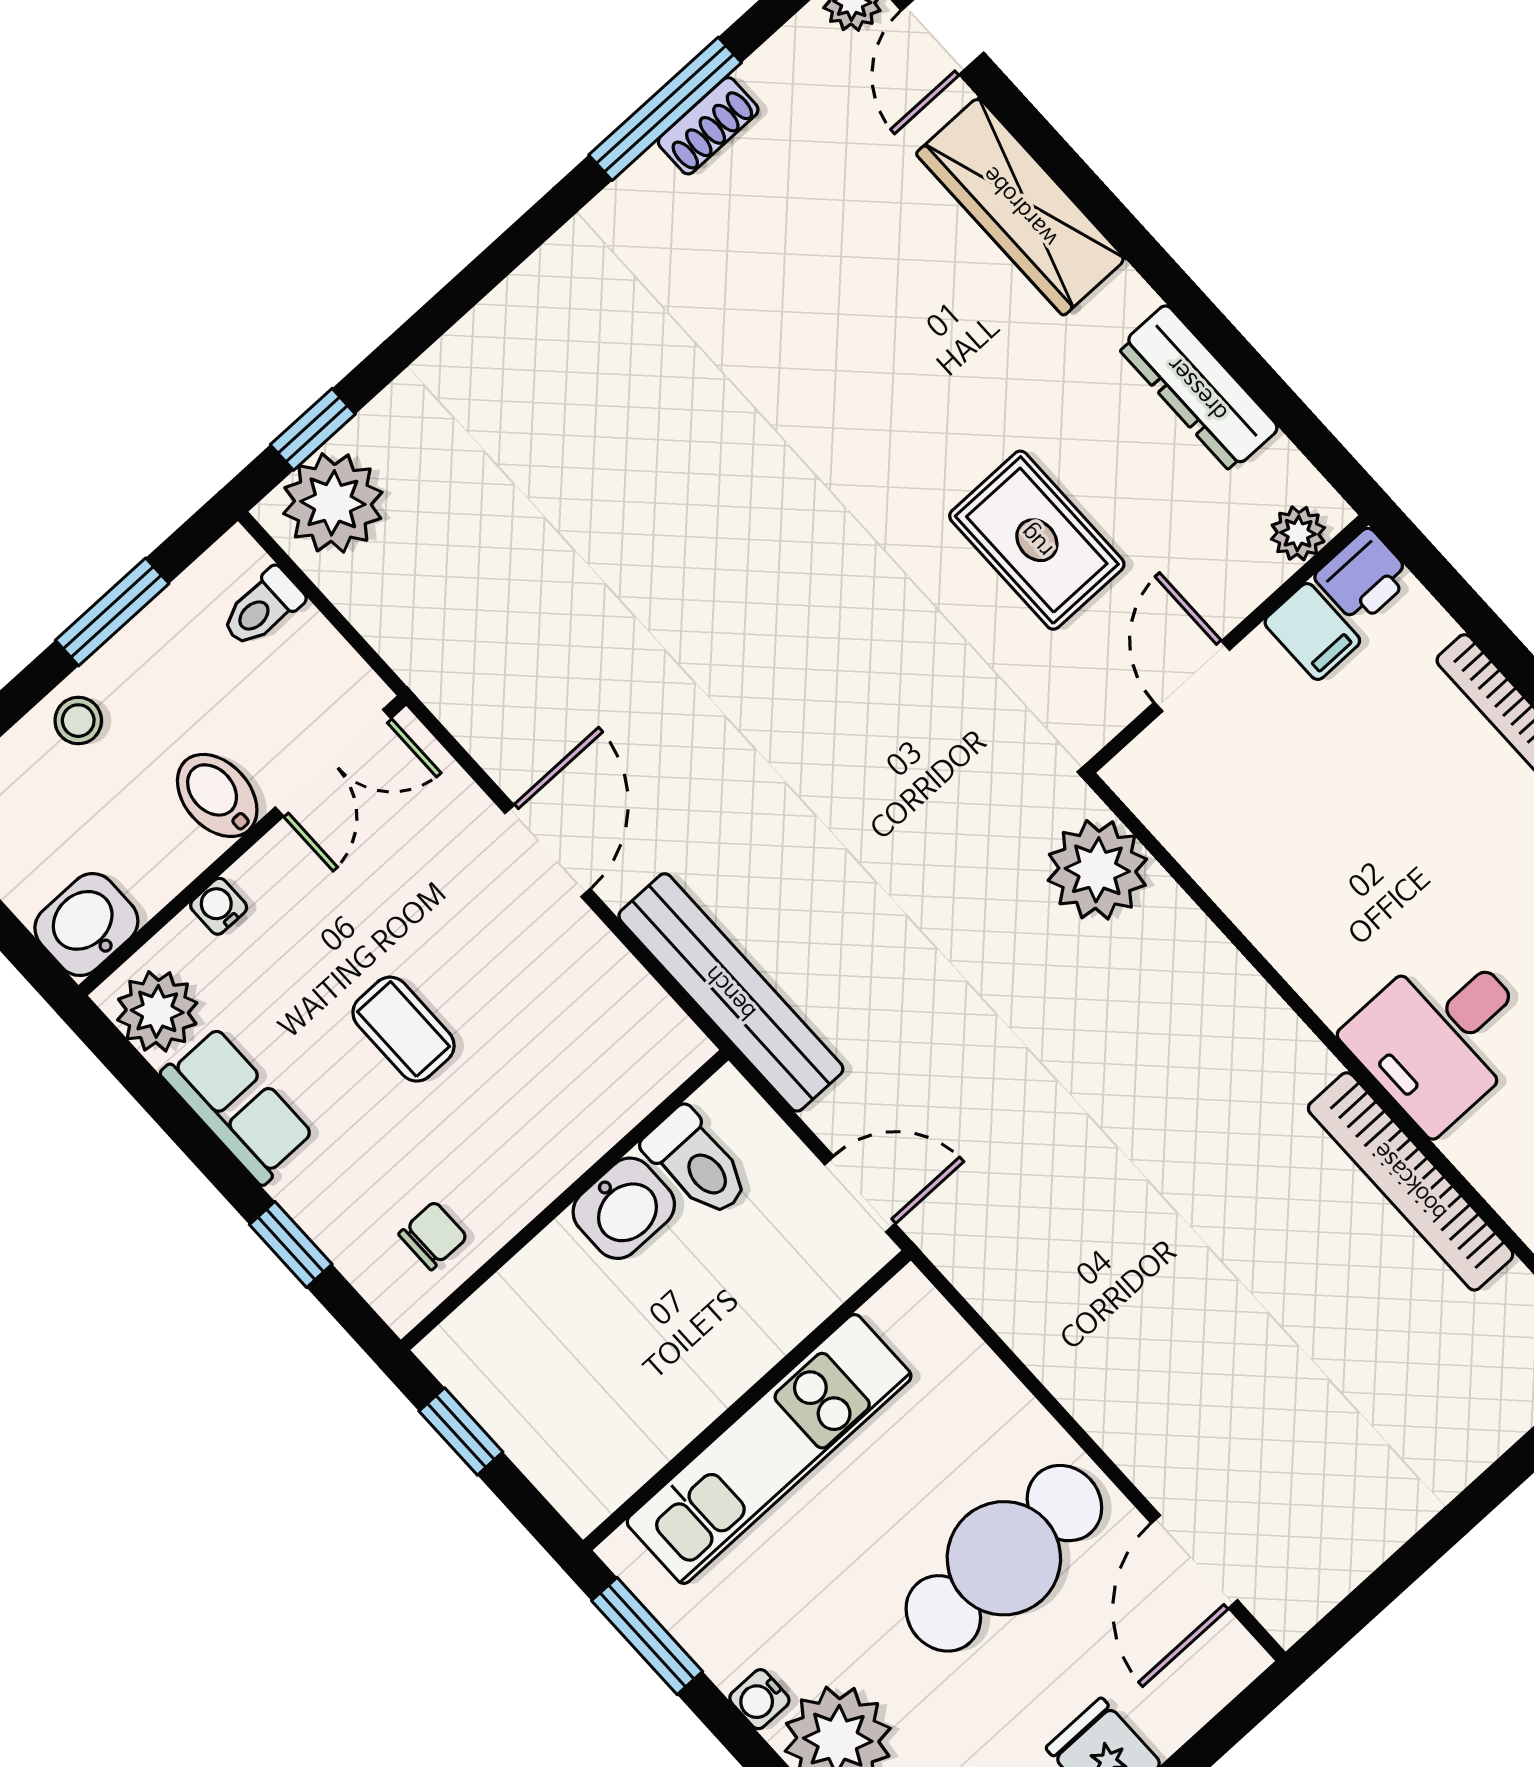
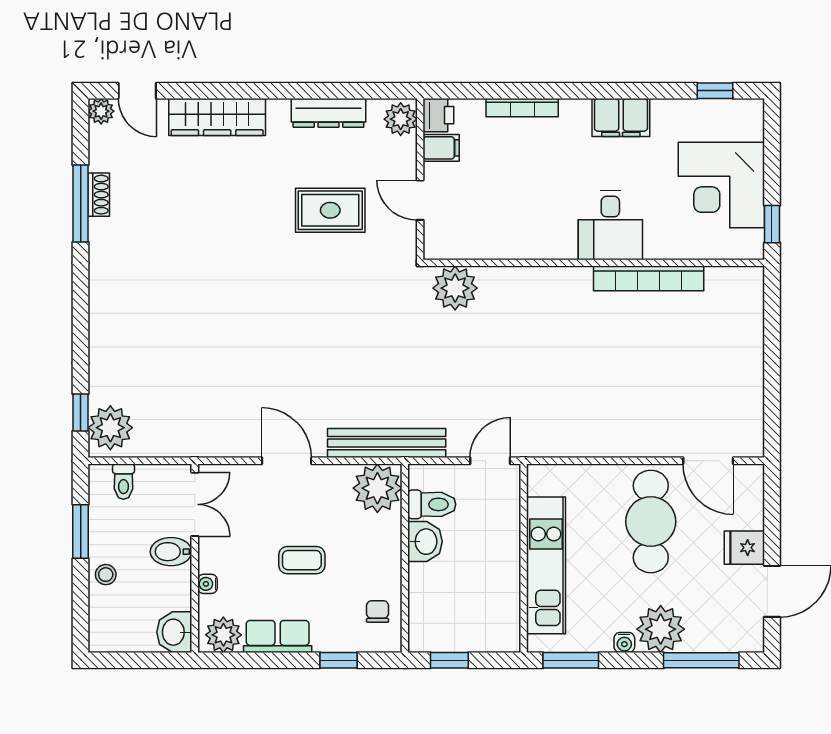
plant: (1298, 533) -> (401, 119), width x1.38, depth x1.38
plant: (641, 1046) -> (377, 488), added

